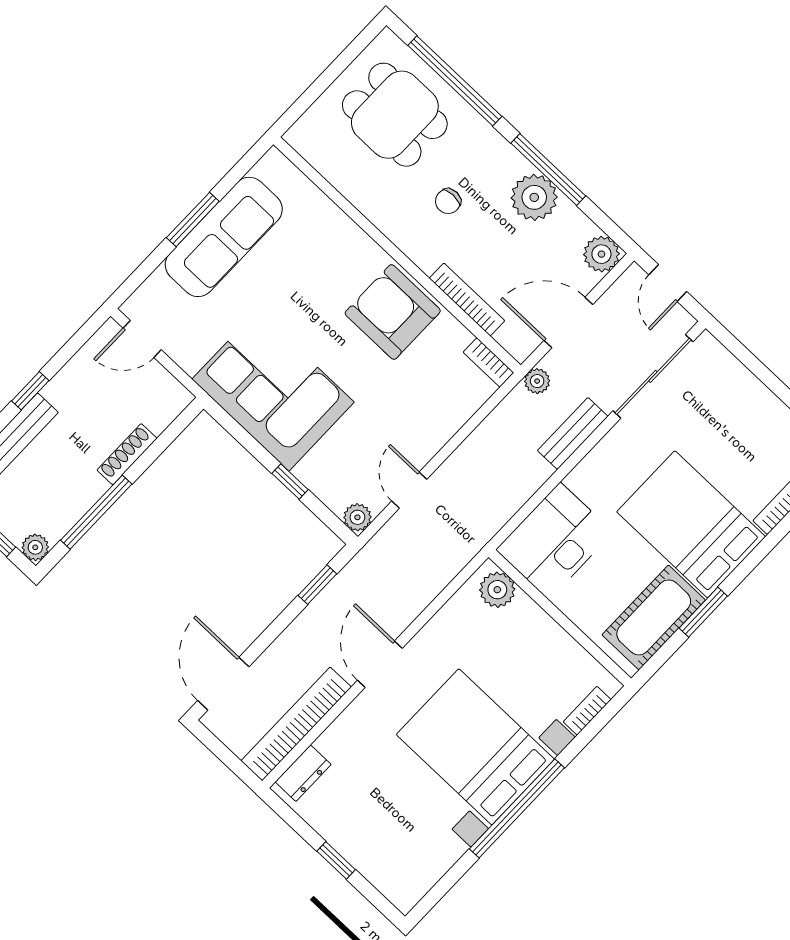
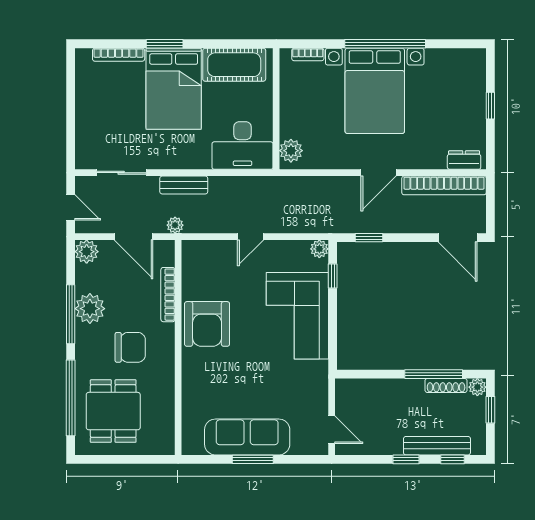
chair: (448, 201) -> (130, 347), width x1.87, depth x1.87
door: (668, 283) -> (71, 207), hinge flipped
bookcase: (488, 362) -> (188, 256), removed
sliding door: (653, 376) -> (121, 173), width x0.73
corner sofa: (273, 391) -> (297, 316), moved
shoe rack: (127, 454) -> (446, 385), moved
window: (290, 481) -> (333, 276), moved
door: (409, 490) -> (250, 237), moved
window: (703, 612) -> (165, 44), moved
door: (223, 684) -> (458, 238), hinge flipped

